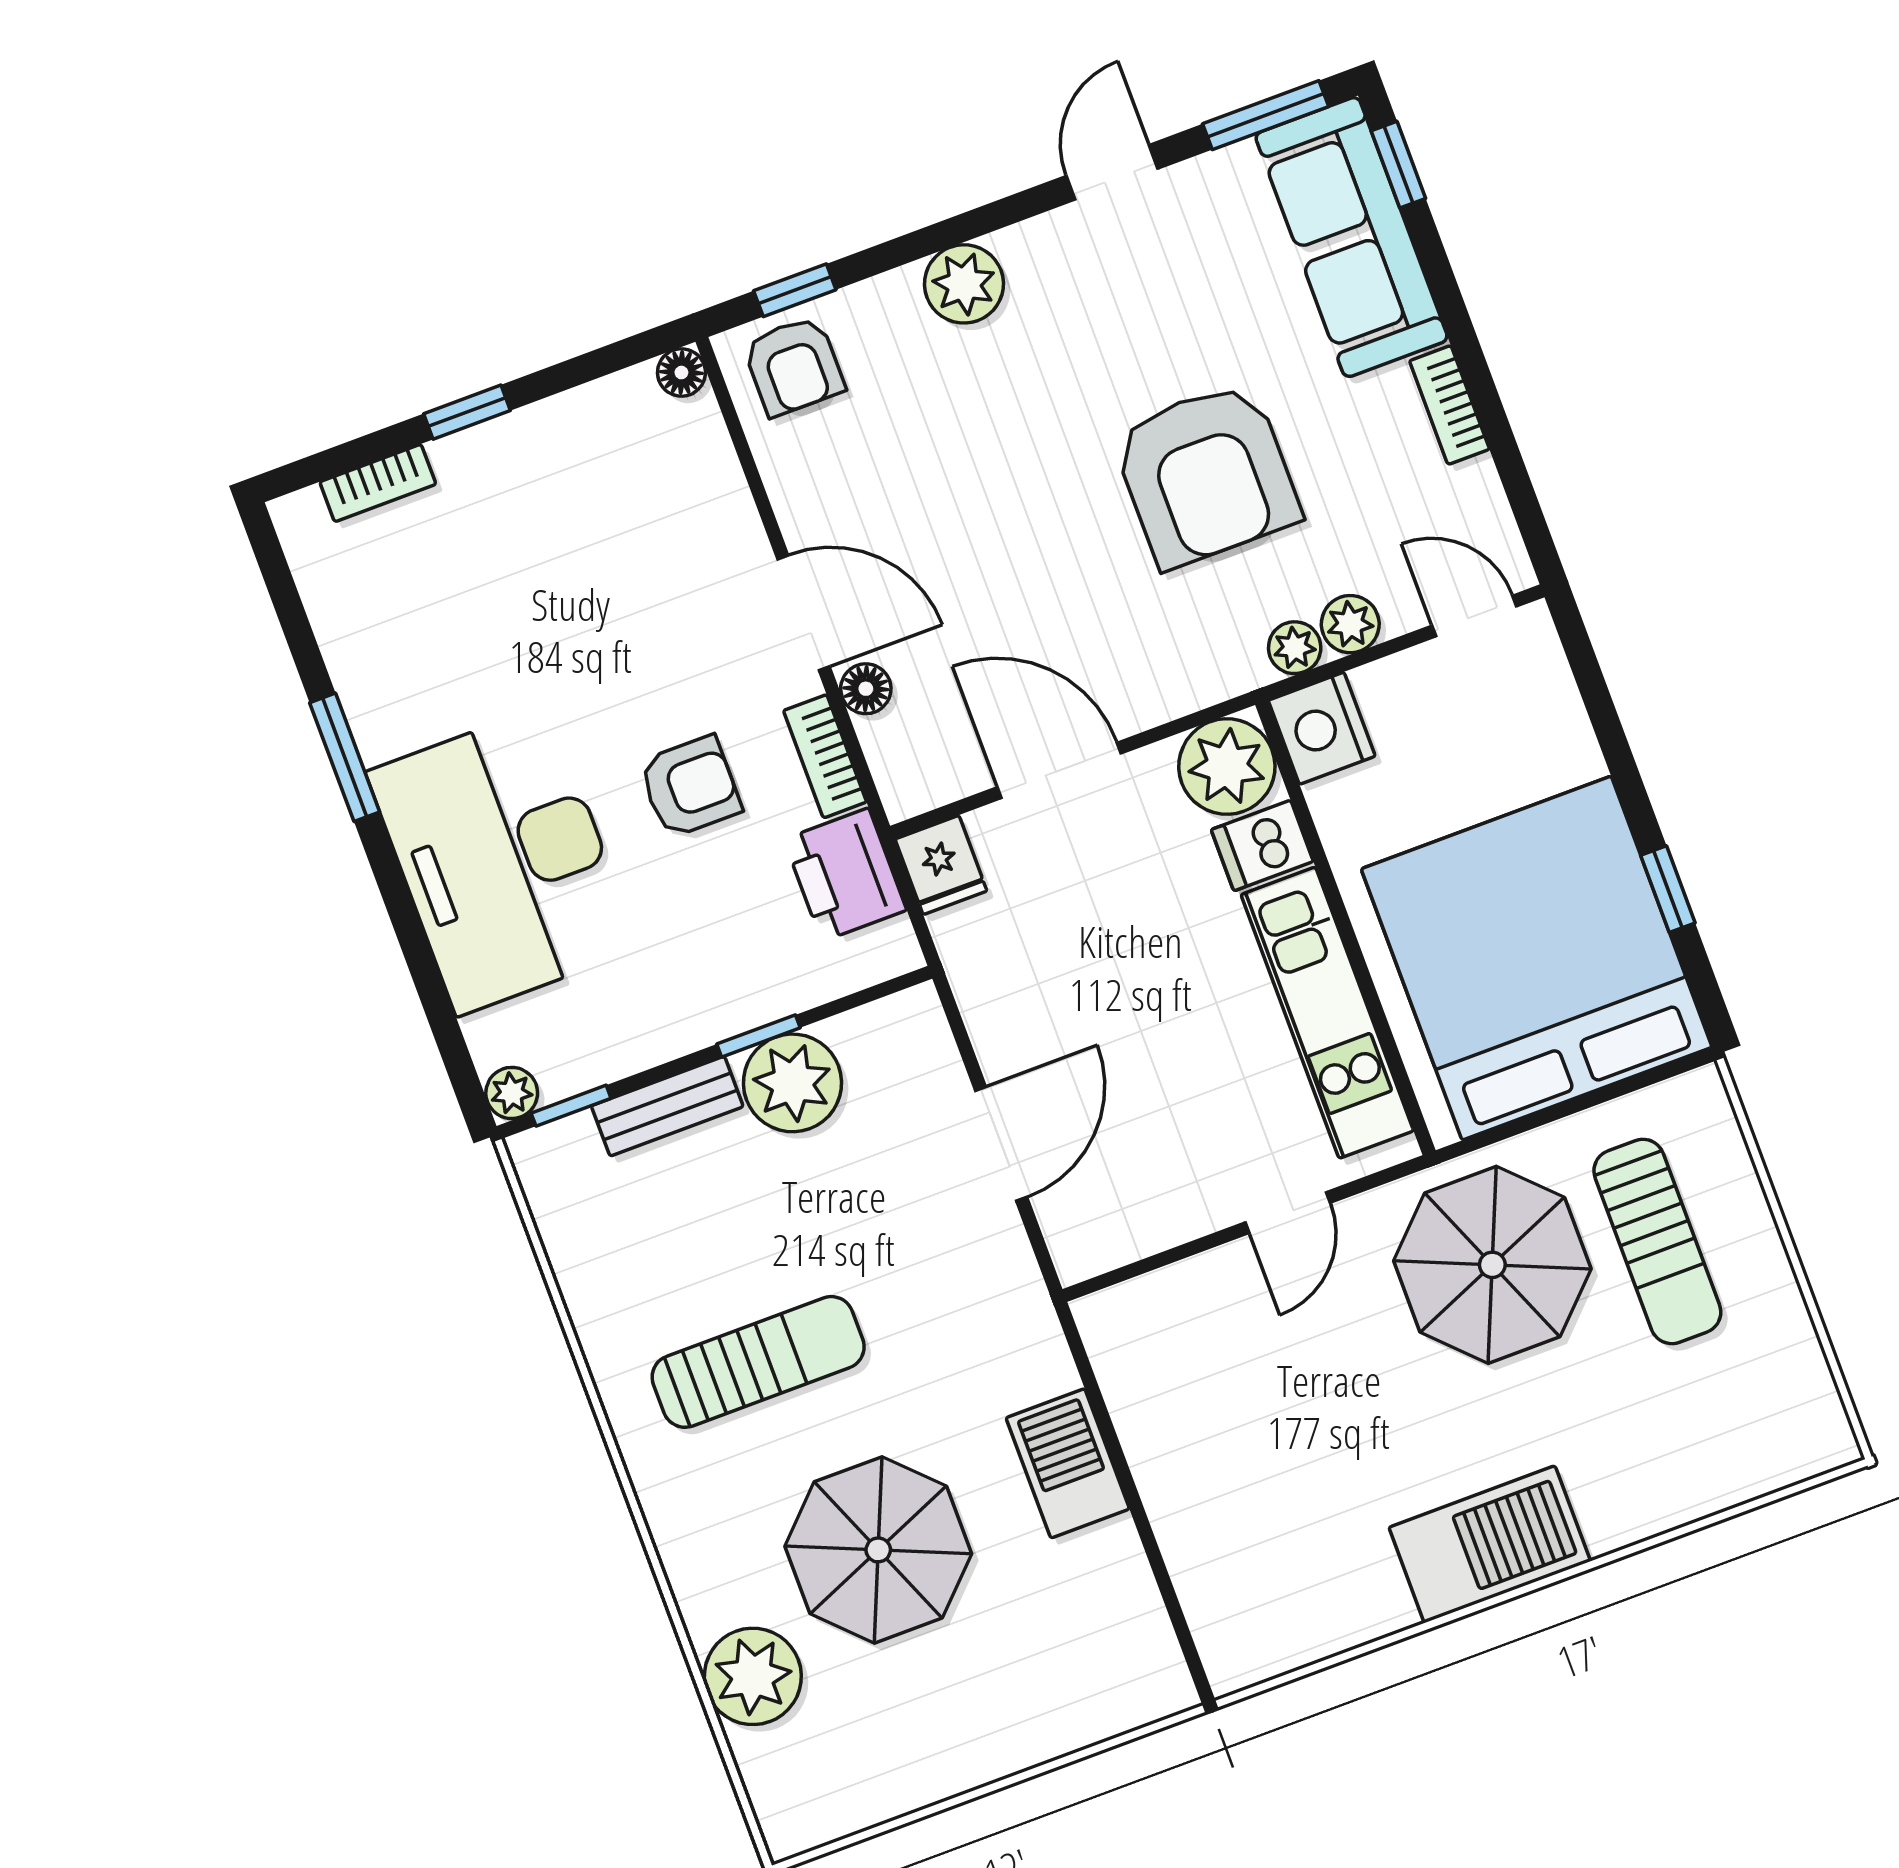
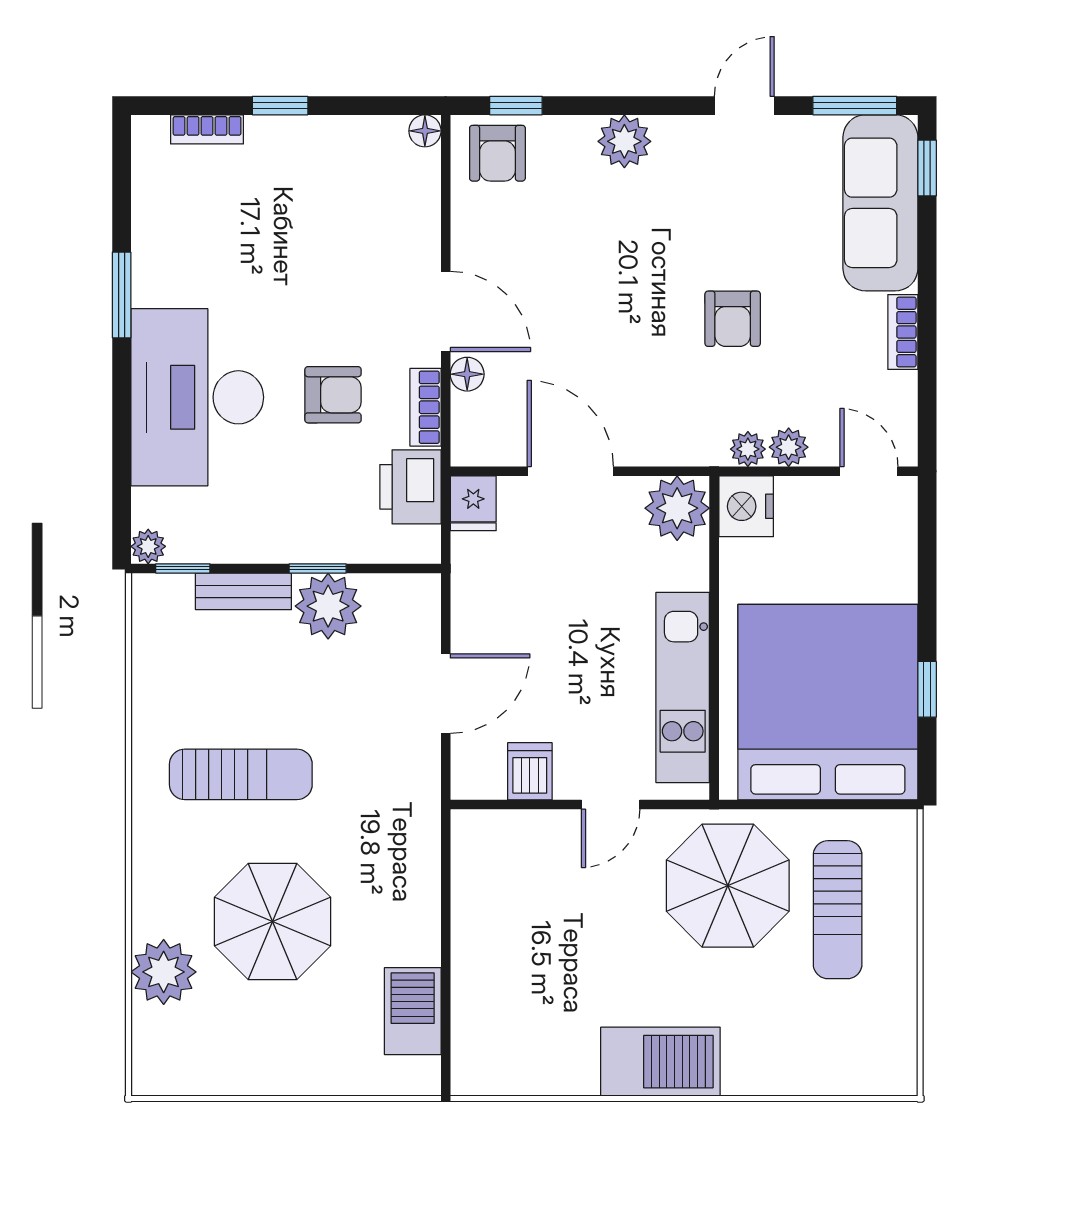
armchair: (1206, 475) -> (733, 319), width x0.53, depth x0.53
dishwasher: (1262, 846) -> (530, 771), moved, turned 90
barbecue: (1068, 1463) -> (413, 1011), moved

